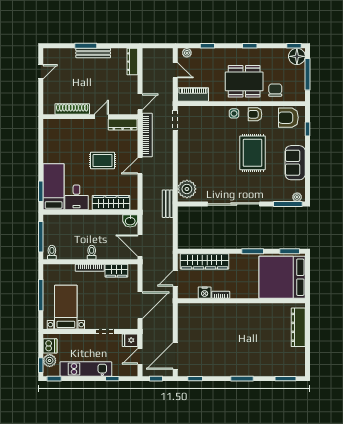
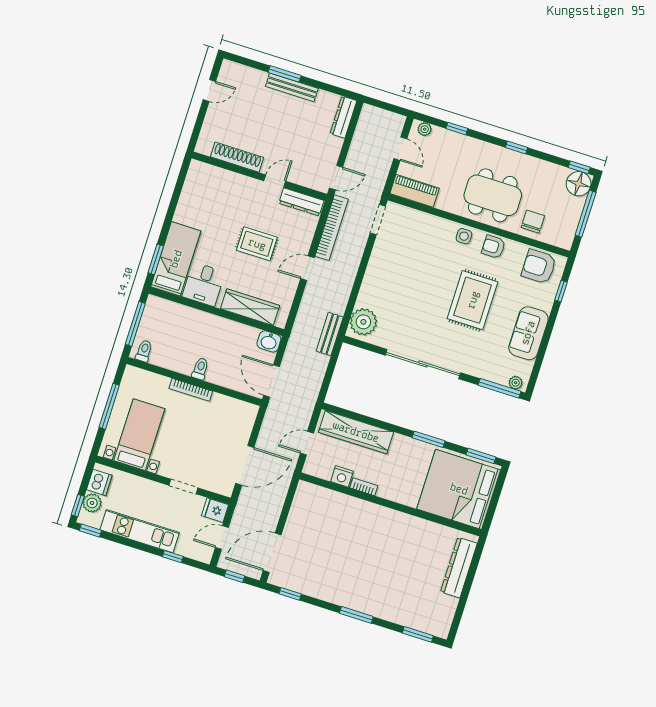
wardrobe: (116, 271) -> (227, 406), removed

